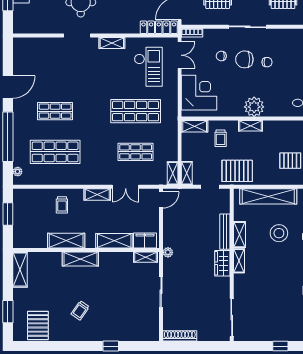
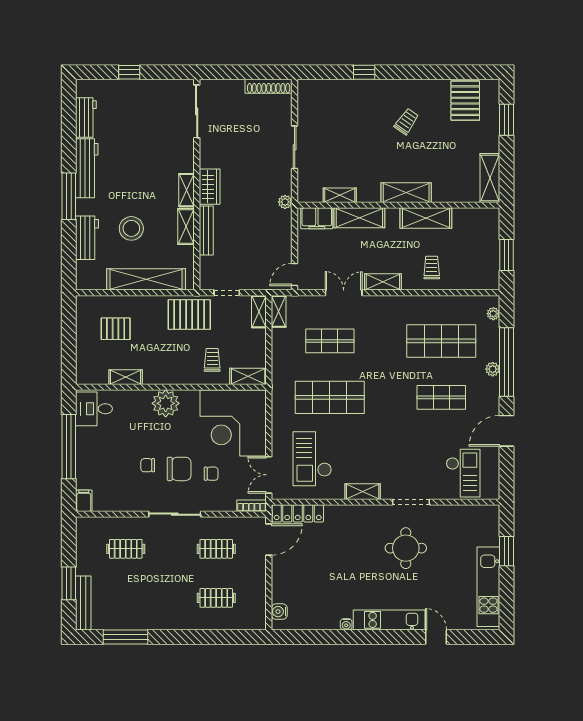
checkout: (39, 56) -> (463, 473), added
corner desk: (199, 93) -> (233, 423), width x1.36, depth x1.36
shelving: (251, 126) -> (126, 377), moved
plant: (18, 131) -> (493, 369), added
shelving: (146, 257) -> (340, 195), moved

